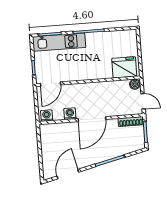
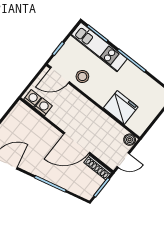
fridge: (124, 67) -> (121, 107), moved
stool: (66, 71) -> (82, 77), added
door: (143, 101) -> (123, 160), hinge flipped
washing machine: (70, 114) -> (43, 107), moved
door: (92, 119) -> (77, 143), moved

